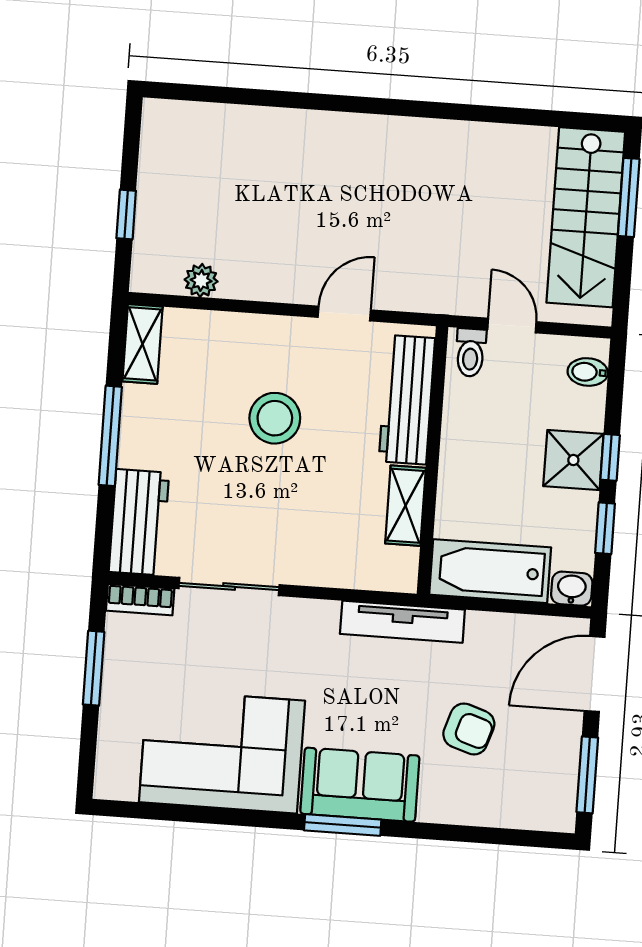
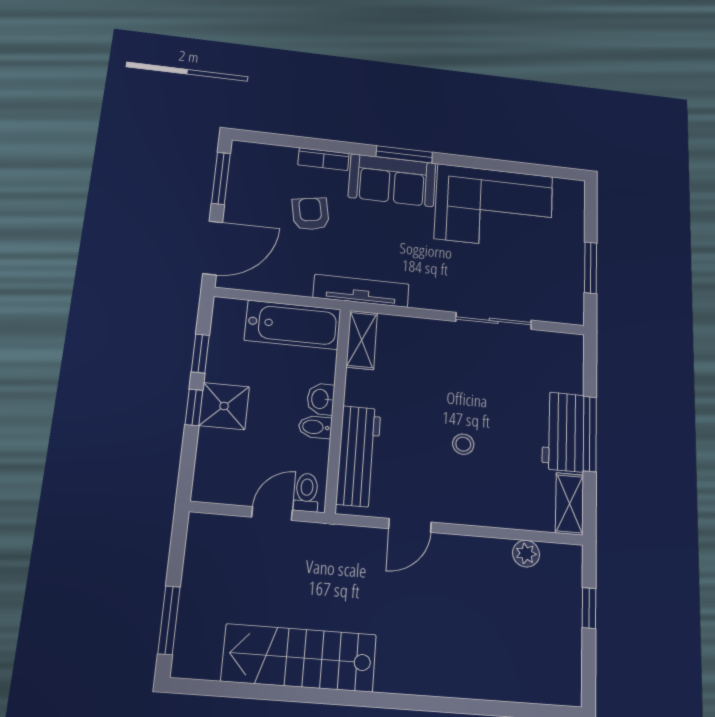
stairs: (586, 217) -> (299, 658), moved, turned -90
door: (512, 326) -> (272, 514), swing flipped
bidet: (588, 372) -> (315, 427), moved, turned 180
stool: (275, 418) -> (463, 444), width x0.53, depth x0.53
shelving: (406, 506) -> (362, 340), moved
workbench: (139, 522) -> (563, 432), moved
washbasin: (572, 589) -> (321, 399), moved, turned 90
bookcase: (140, 600) -> (323, 159), moved, turned 180
armchair: (469, 729) -> (311, 214), turned 62

